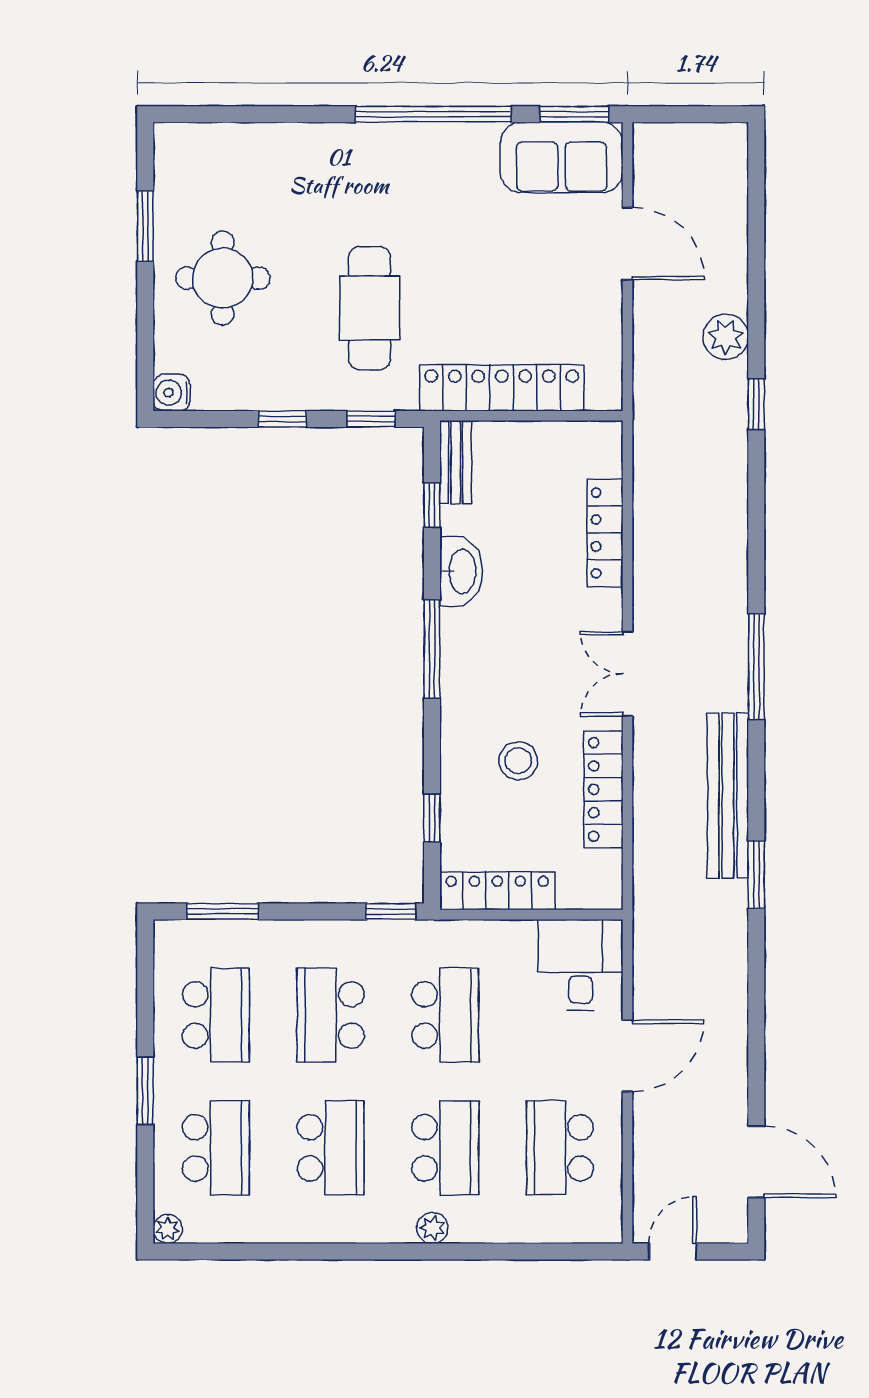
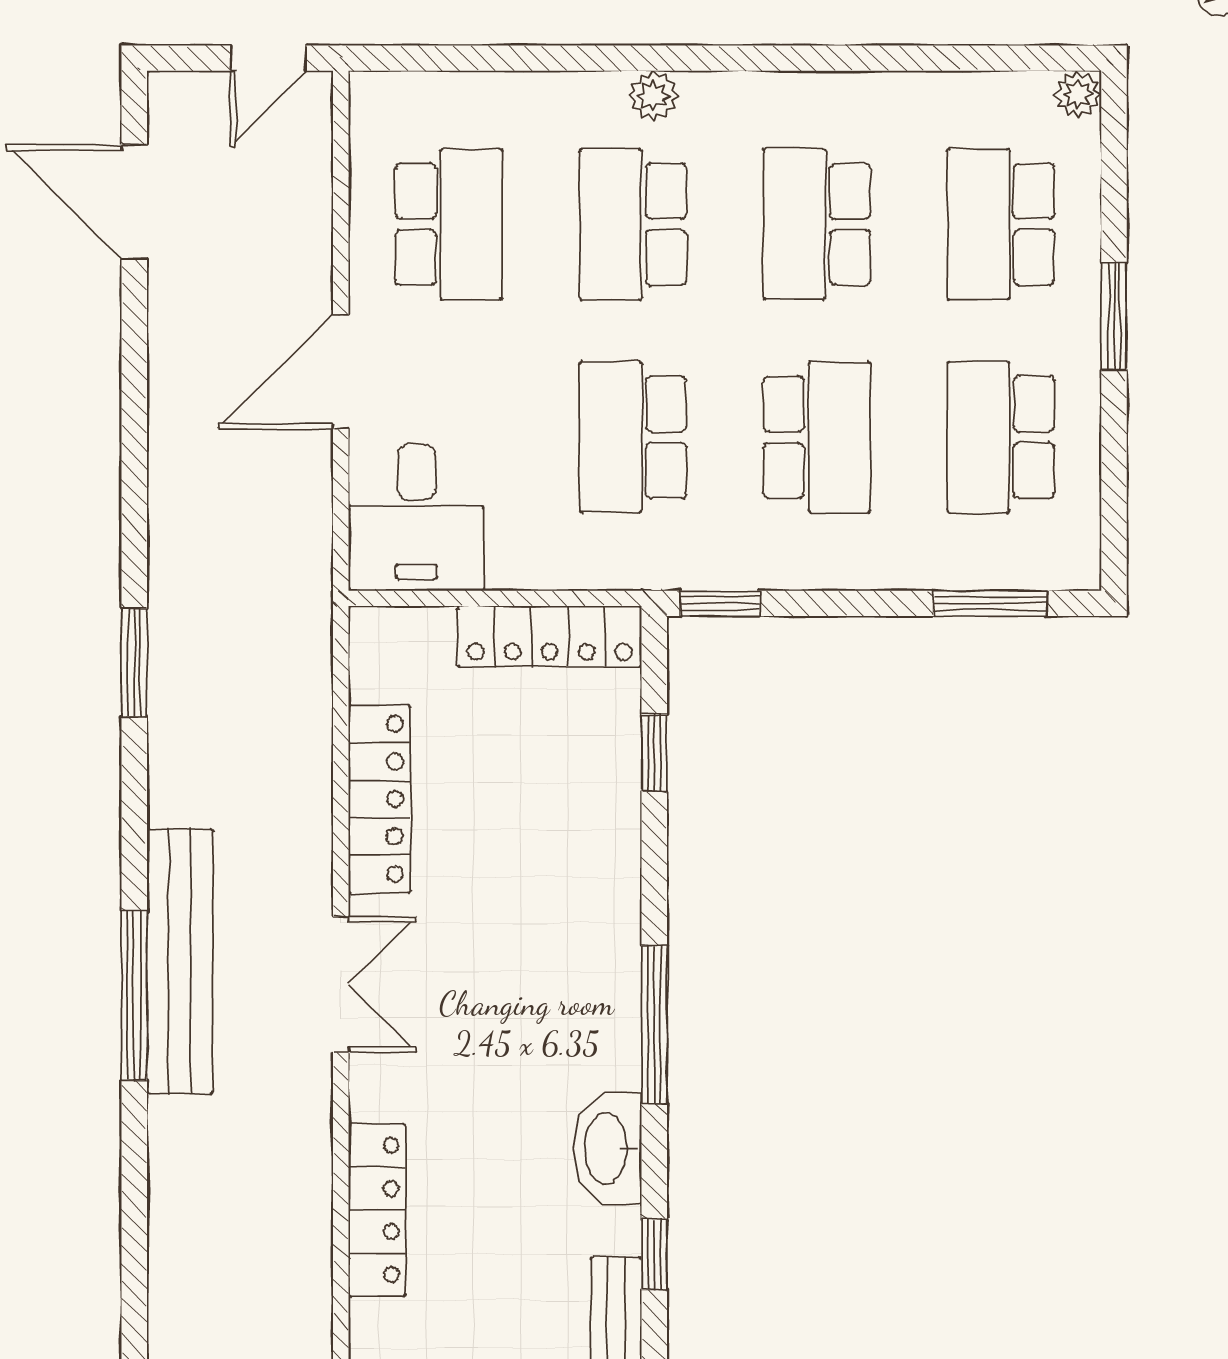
stool: (518, 761) -> (516, 845), removed
bench: (728, 796) -> (180, 961), moved

